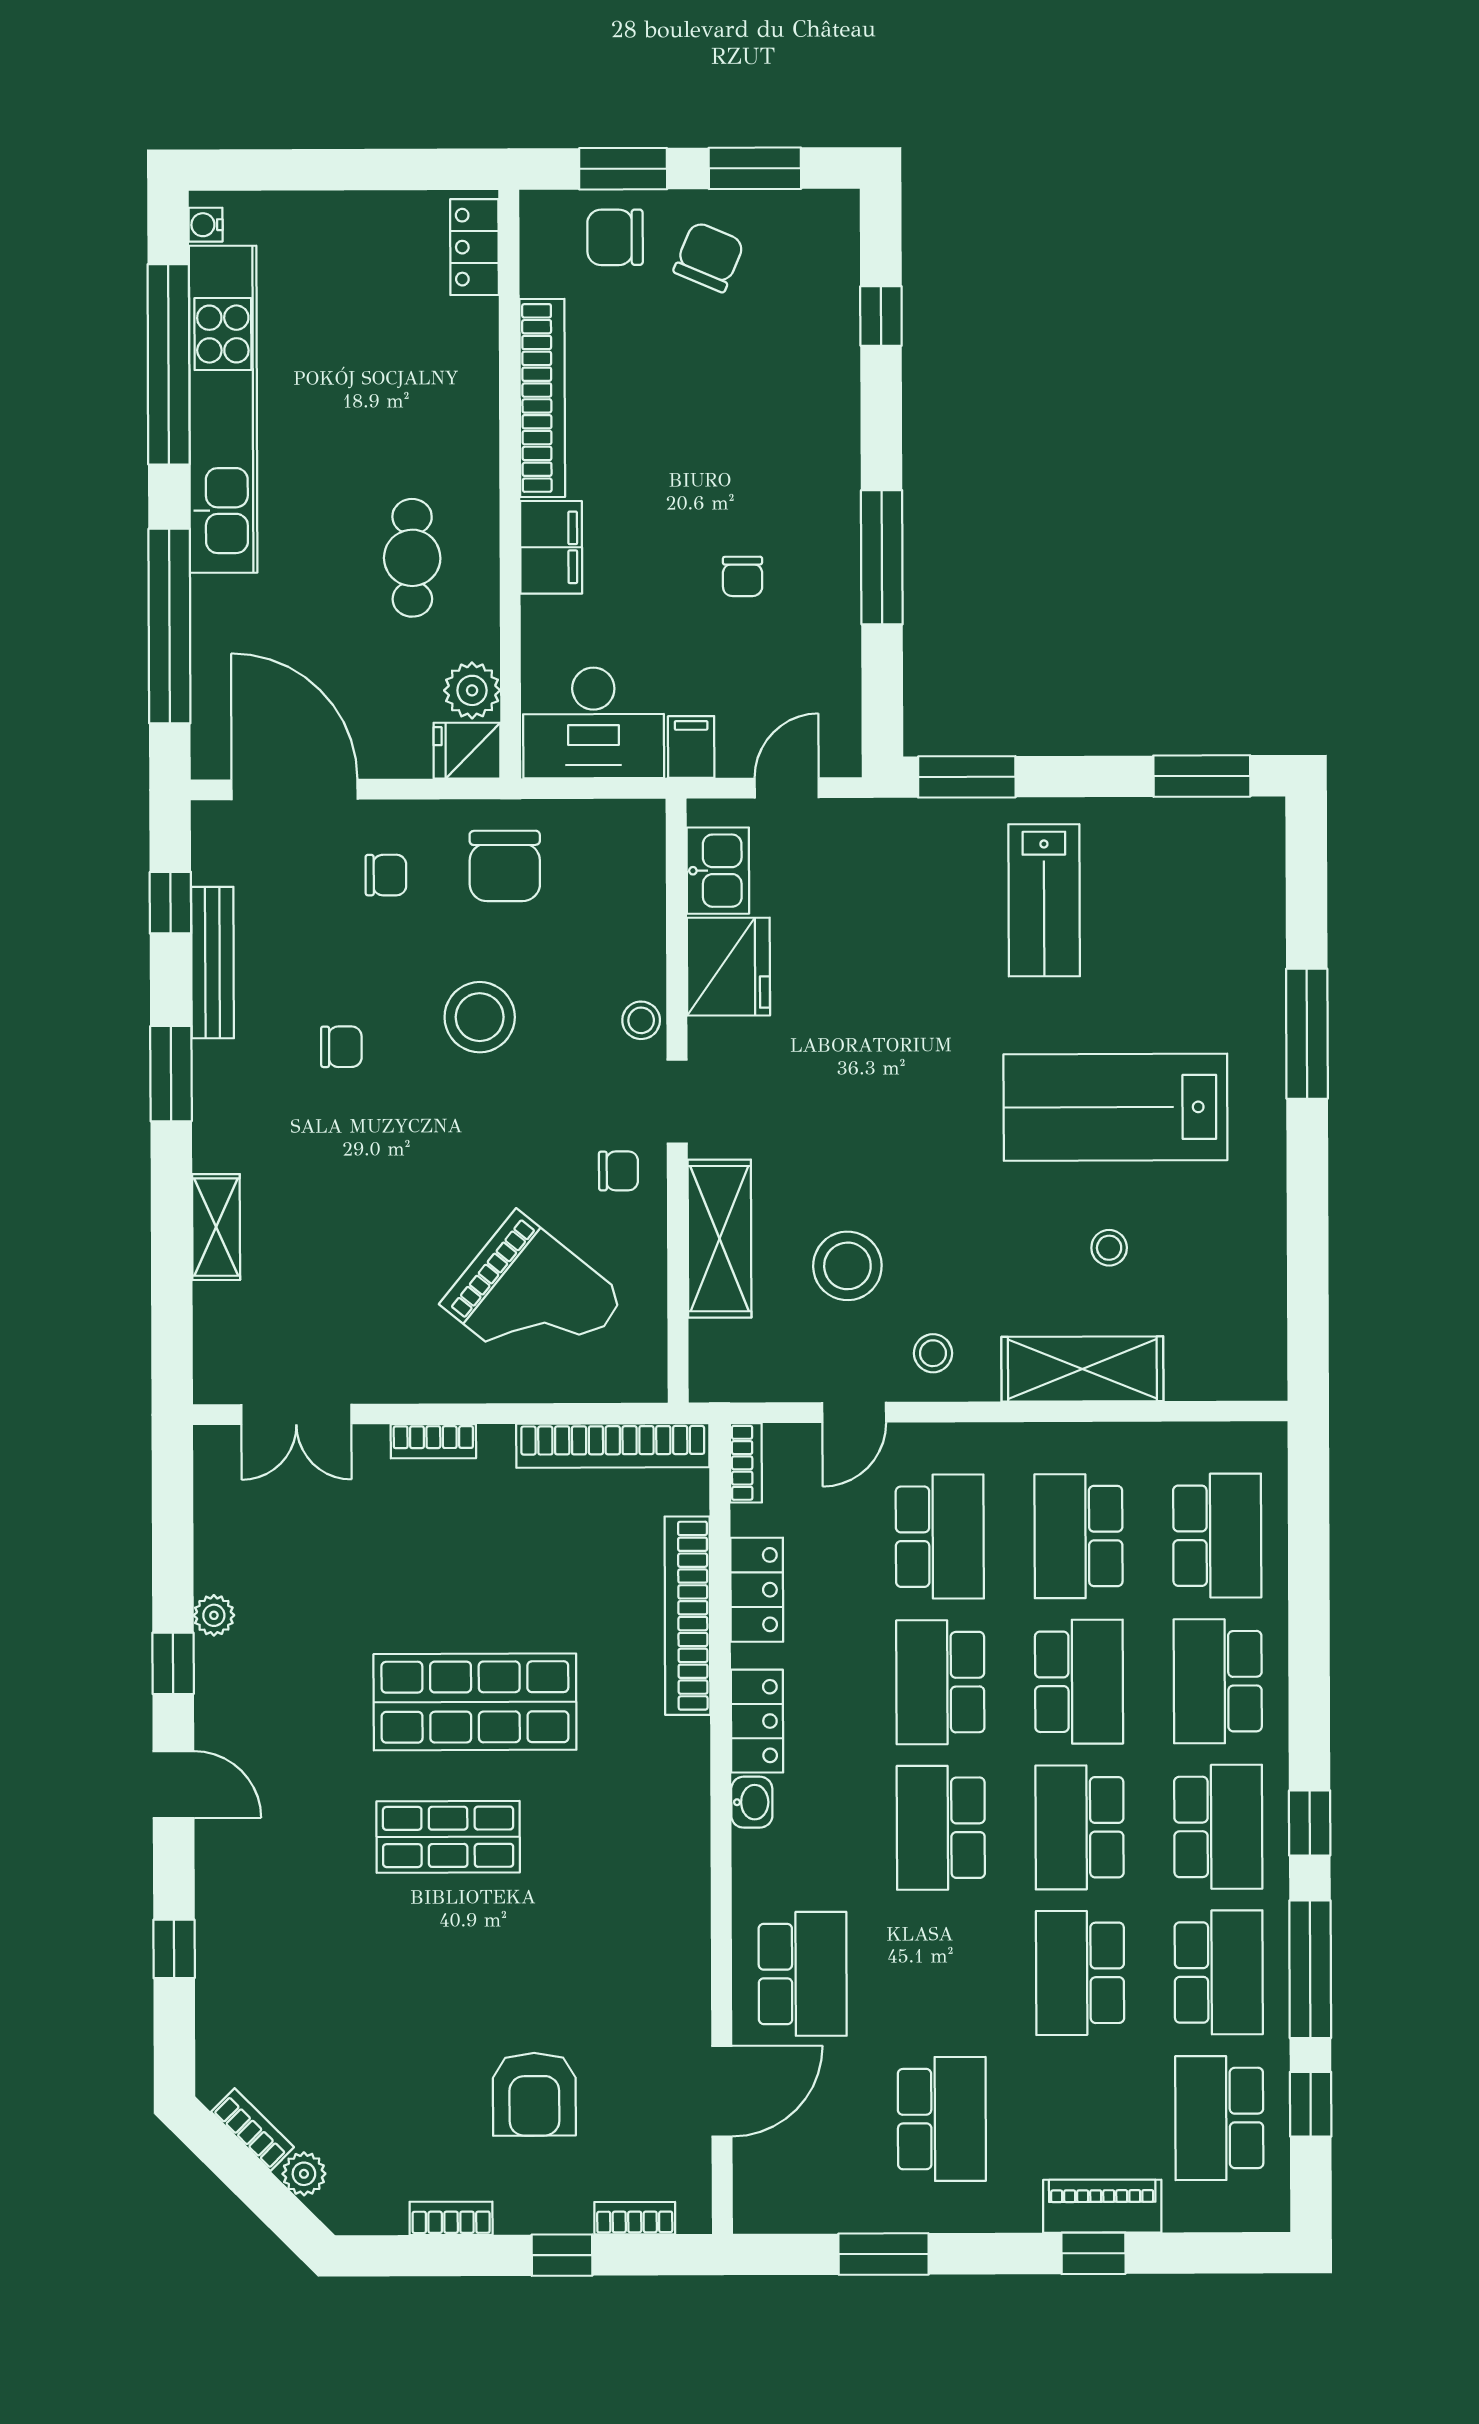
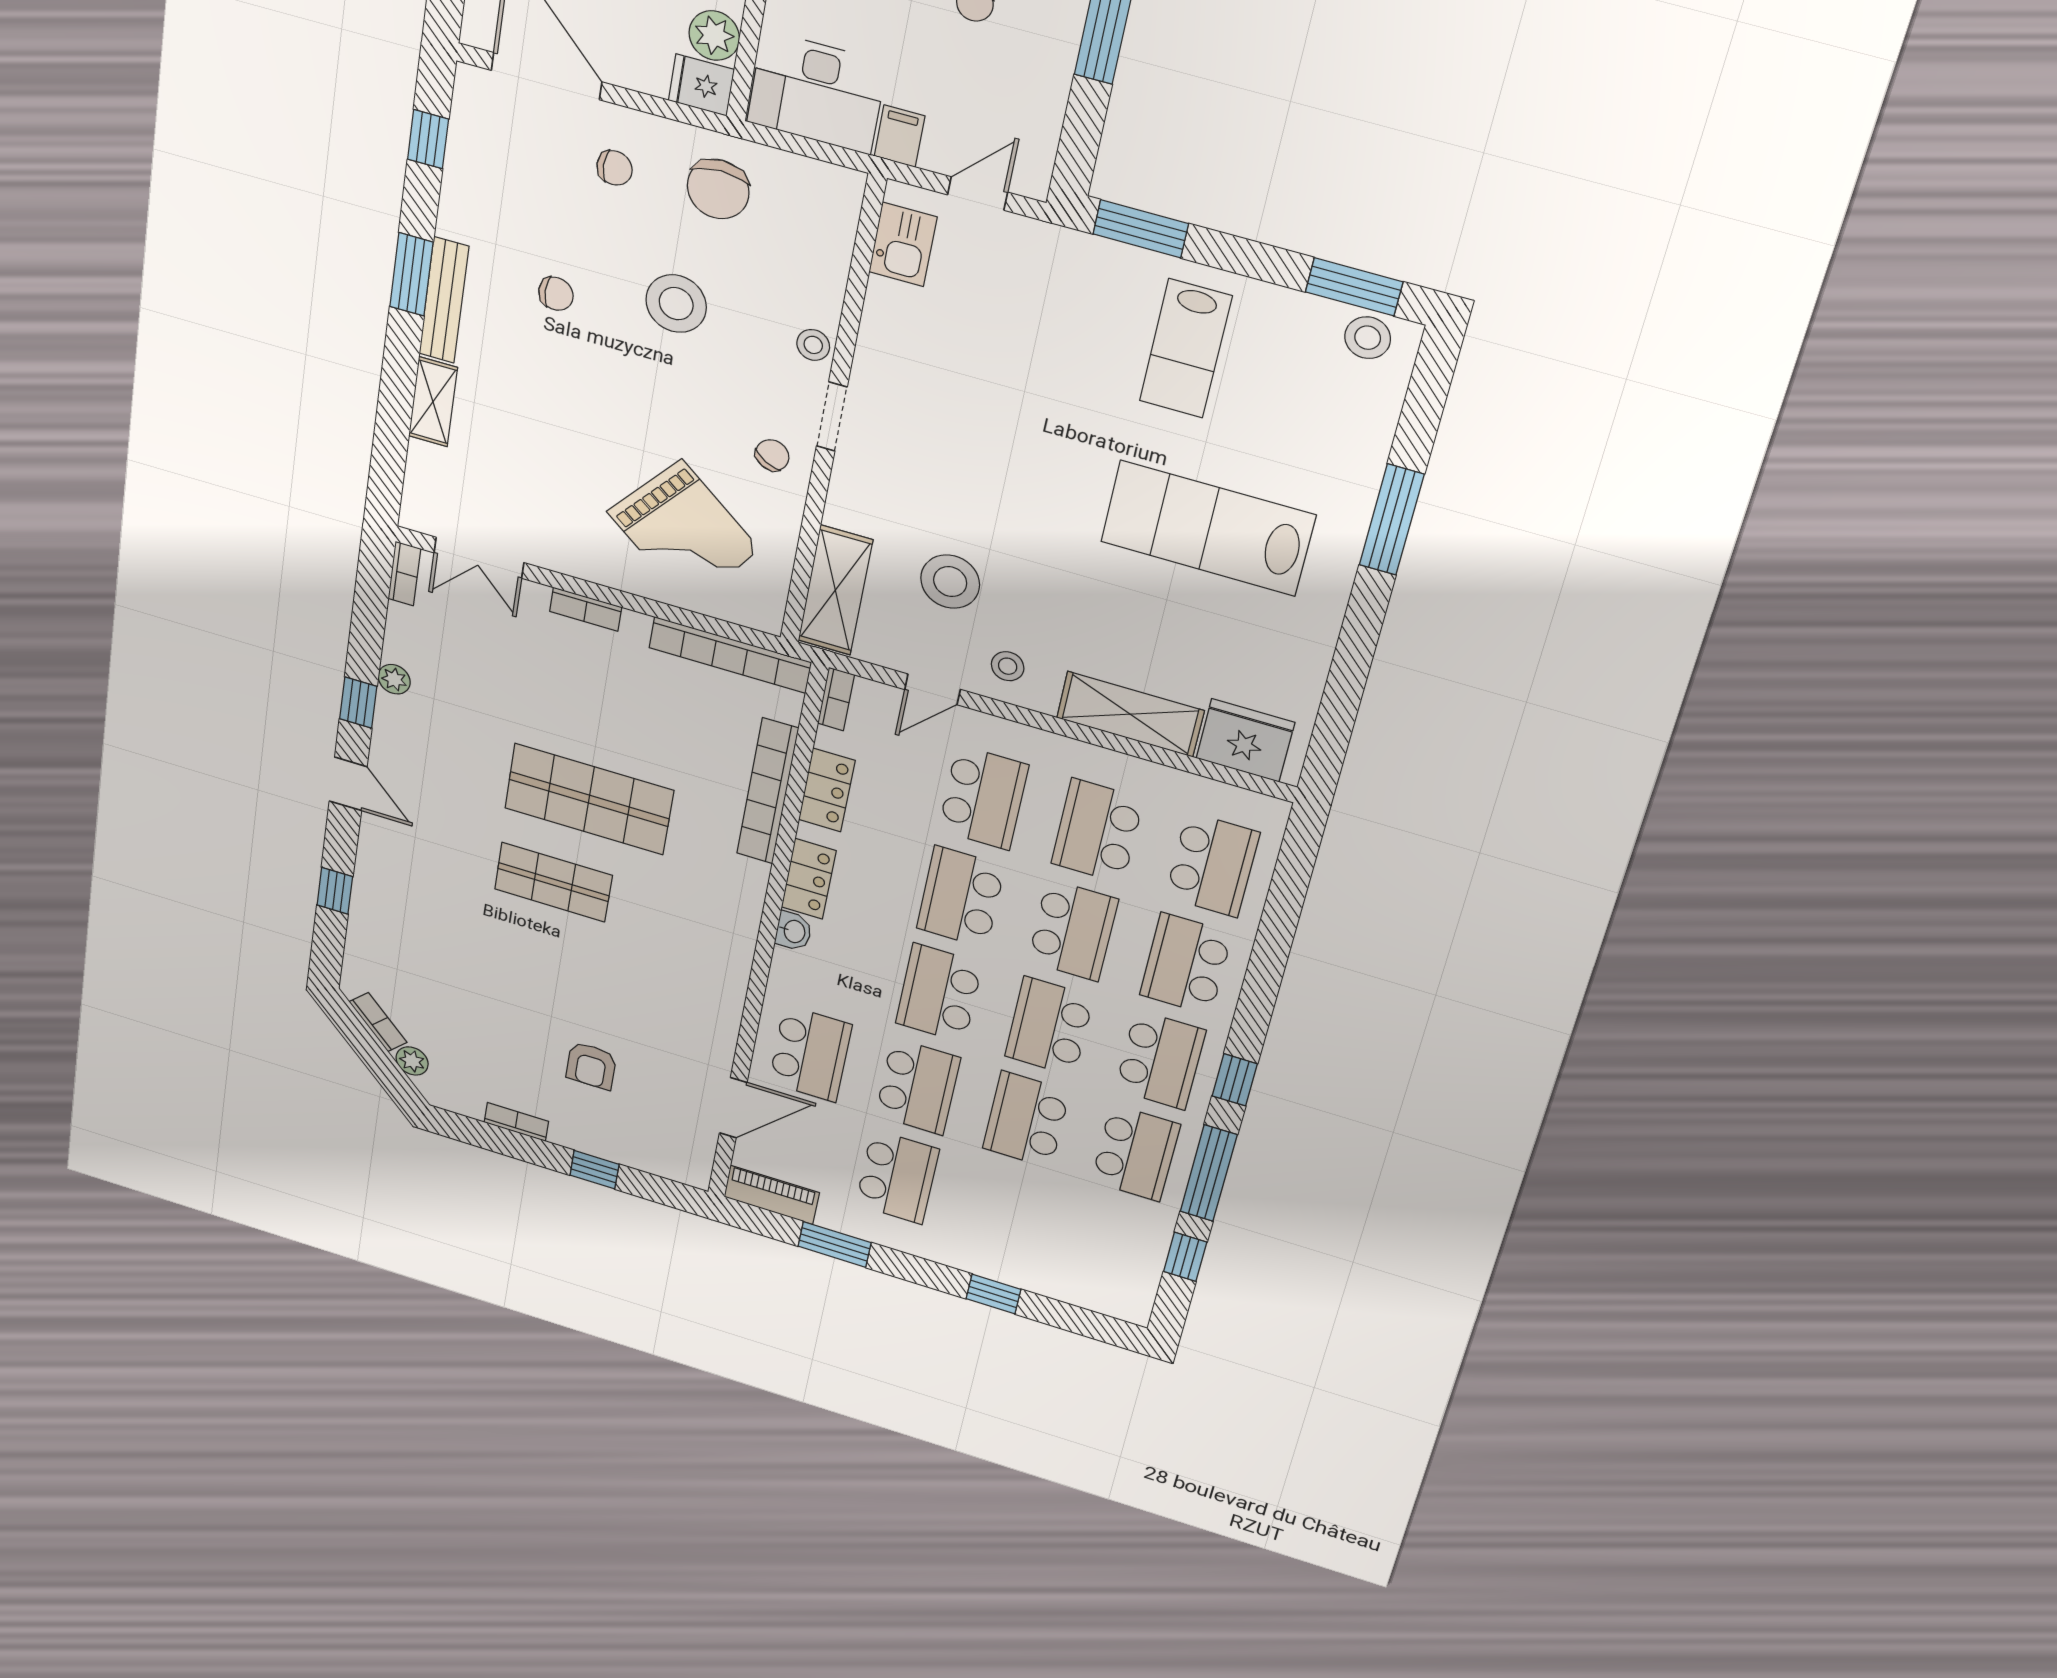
bench: (212, 963) -> (444, 300), moved
fridge: (728, 967) -> (1245, 740), moved, turned -90
chair: (618, 1171) -> (772, 455), turned -60
shelving: (720, 1239) -> (835, 590), moved
stool: (1109, 1248) -> (1368, 338), moved, width x1.37, depth x1.37
armchair: (534, 2094) -> (591, 1066), width x0.72, depth x0.72
school desk: (1219, 2118) -> (918, 1087), moved, turned 180
piano: (1102, 2206) -> (772, 1195), moved
bookcase: (635, 2218) -> (404, 574), moved, turned 90

